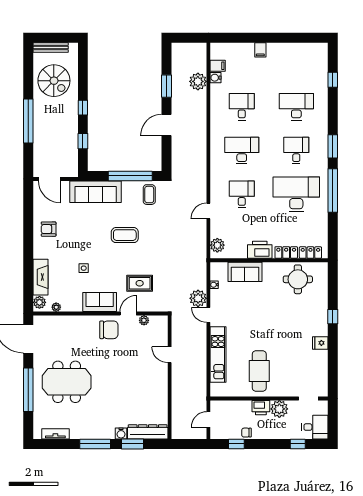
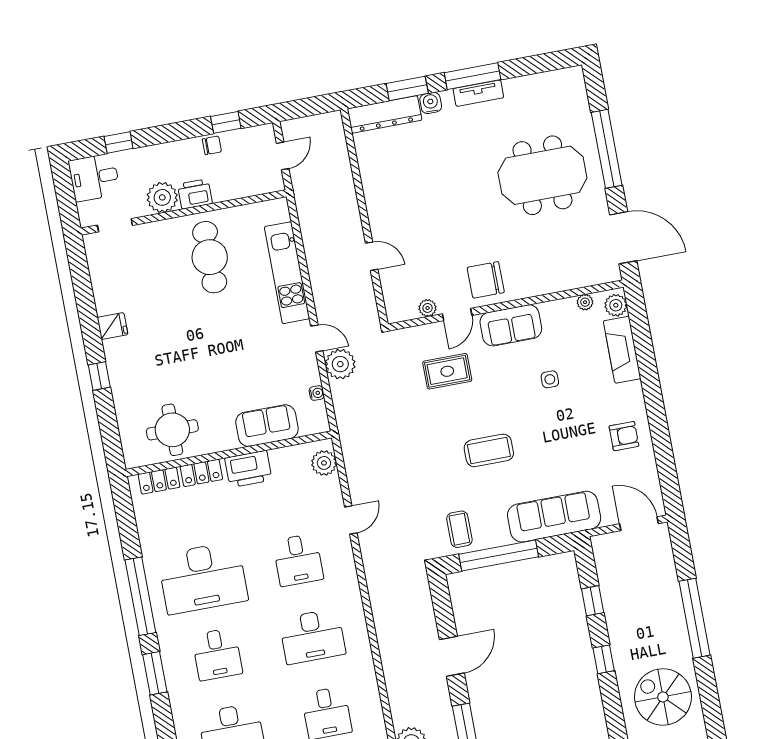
tv unit: (55, 434) -> (478, 93), moved

